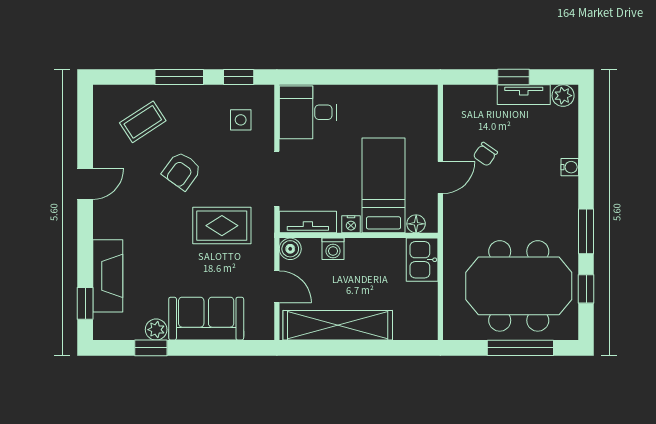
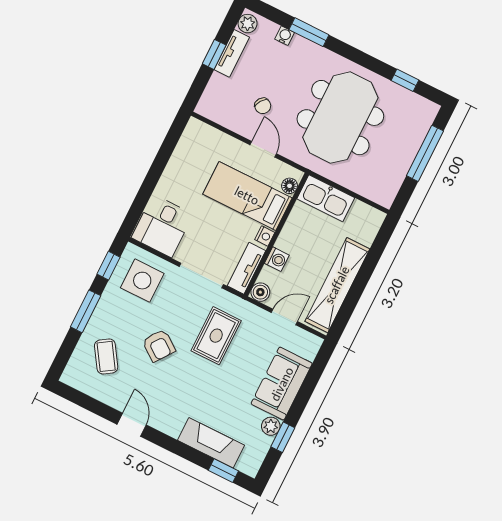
side table: (241, 120) -> (142, 281), width x1.87, depth x1.87
water cooler: (570, 167) -> (285, 36), moved
window: (586, 231) -> (309, 32), moved
kitchen sink: (422, 260) -> (326, 198), width x1.38
meeting table: (519, 286) -> (340, 118), moved

